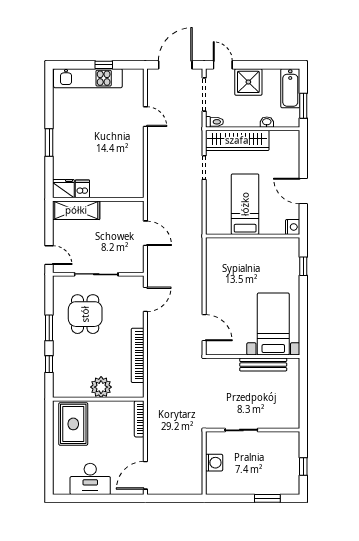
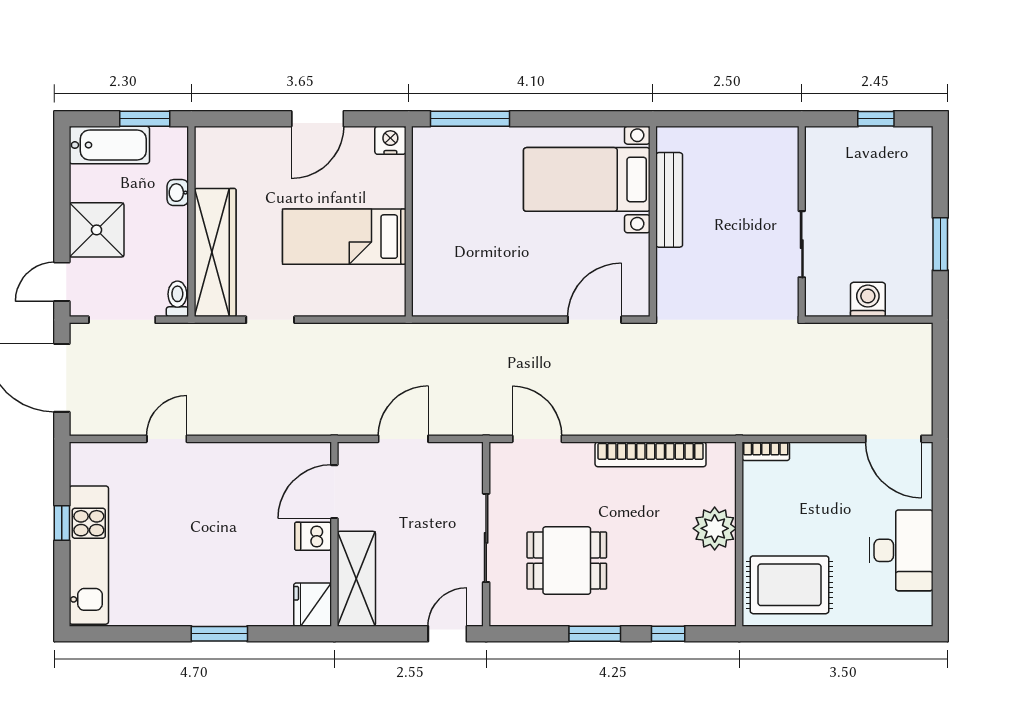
dishwasher: (82, 189) -> (313, 536), moved
door: (119, 199) -> (334, 492), added
window: (303, 266) -> (470, 119), width x2.17
bookcase: (139, 419) -> (766, 451), width x0.64
window: (267, 498) -> (940, 244), moved

